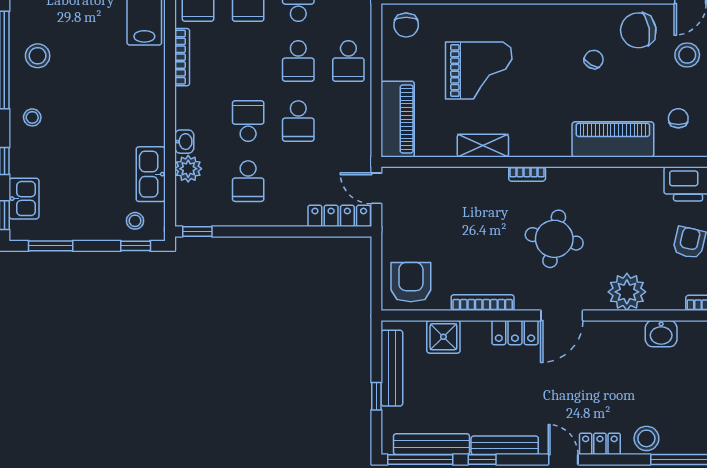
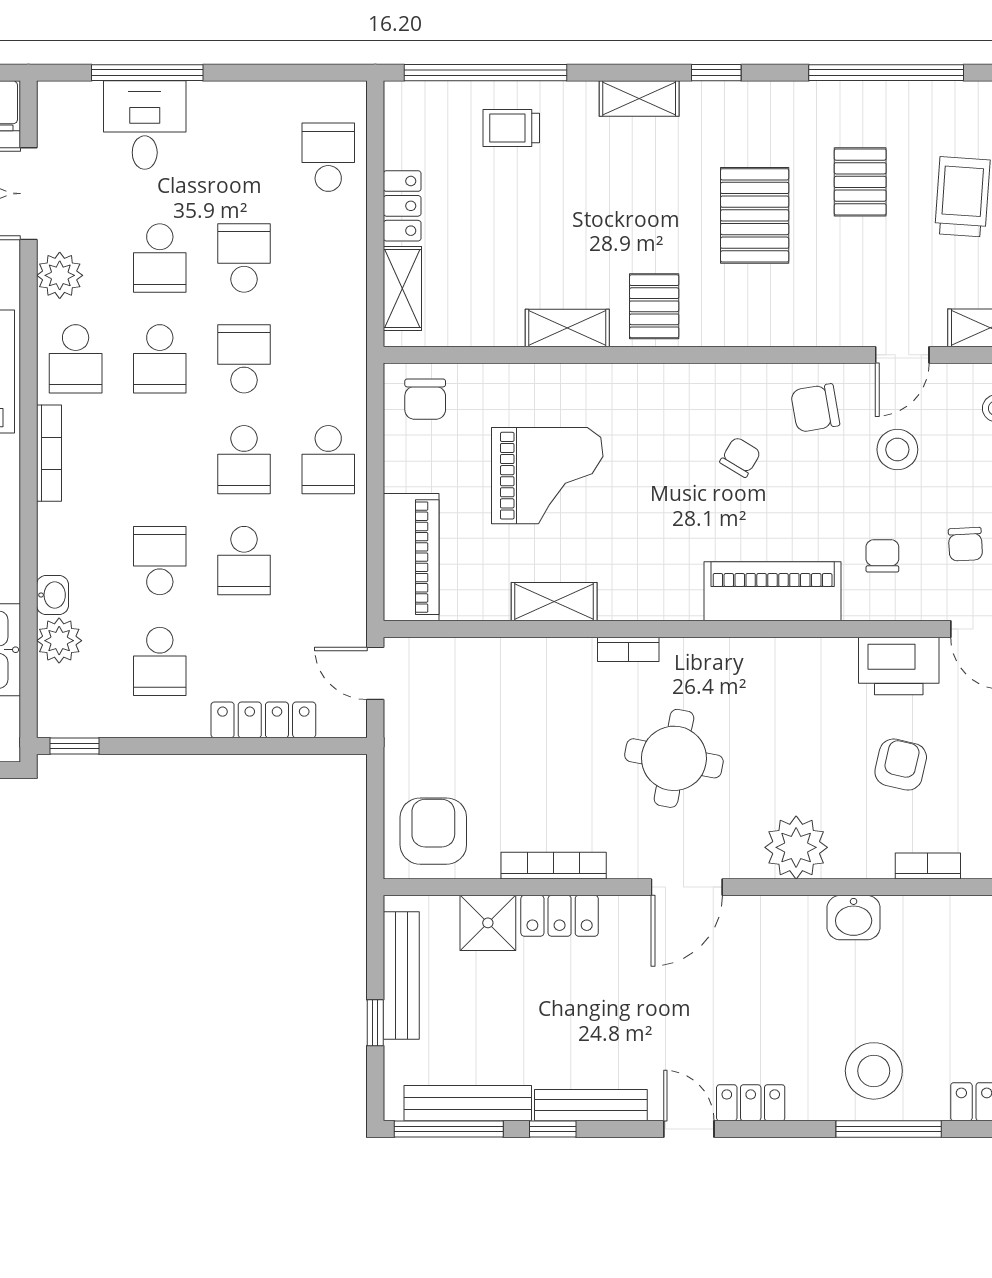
chair: (638, 30) -> (815, 408), width x0.73, depth x0.73
locker: (339, 216) -> (263, 720), moved
locker: (515, 333) -> (560, 916), moved
stool: (646, 438) -> (874, 1071), moved, width x1.38, depth x1.38

